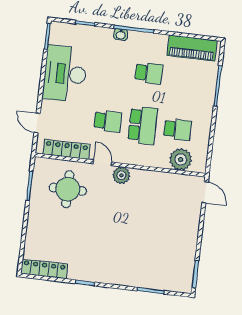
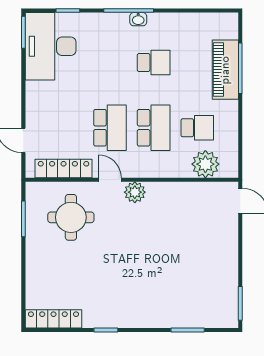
washbasin: (121, 35) -> (138, 19), moved
piano: (192, 48) -> (225, 70), moved, turned 90
desk: (65, 74) -> (51, 46), moved
school desk: (108, 121) -> (110, 128), width x1.85

